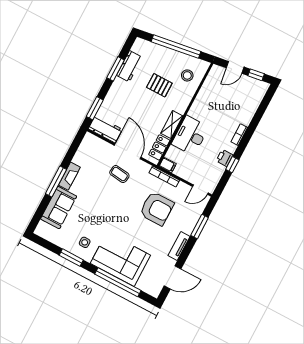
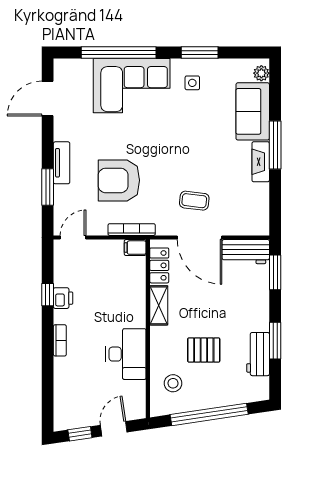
desk: (190, 136) -> (126, 354), moved
plant: (42, 227) -> (261, 73), added
tv unit: (179, 246) -> (62, 163), moved

